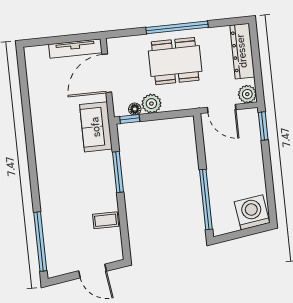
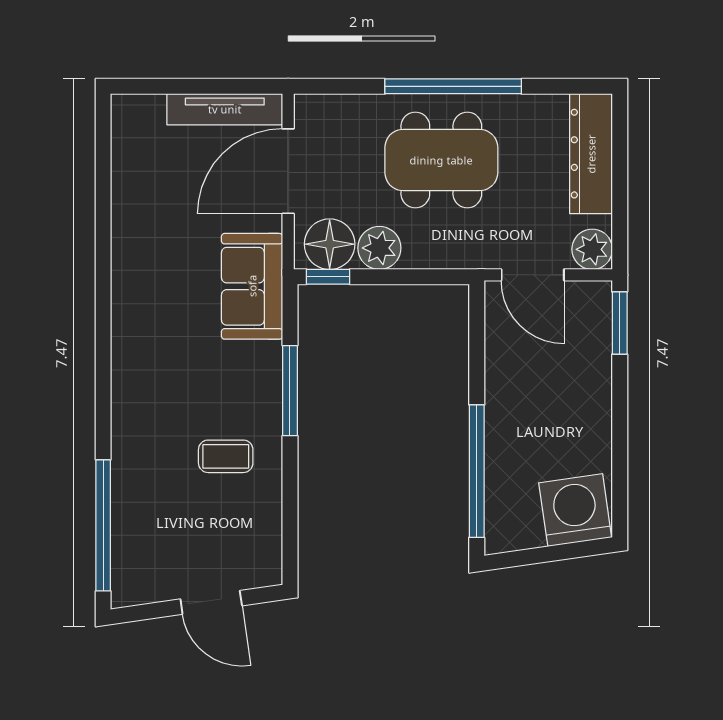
floor lamp: (135, 109) -> (330, 244), width x1.89, depth x1.89
coffee table: (106, 220) -> (226, 456), moved

